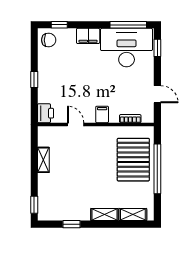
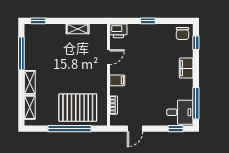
desk: (127, 48) -> (180, 112), width x0.53, depth x0.77
window: (71, 224) -> (21, 54), width x2.17

